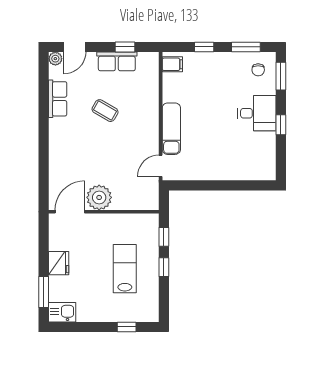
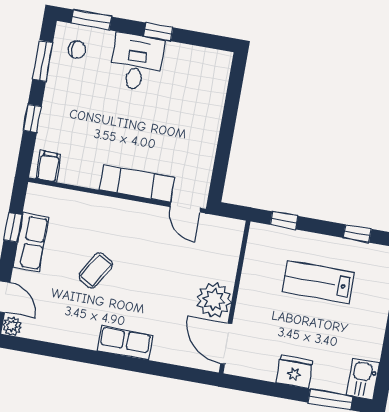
row of seats: (58, 99) -> (125, 343), moved
window: (164, 267) -> (357, 233), moved

